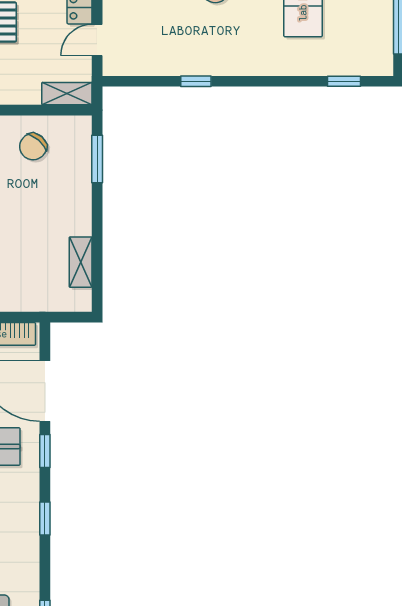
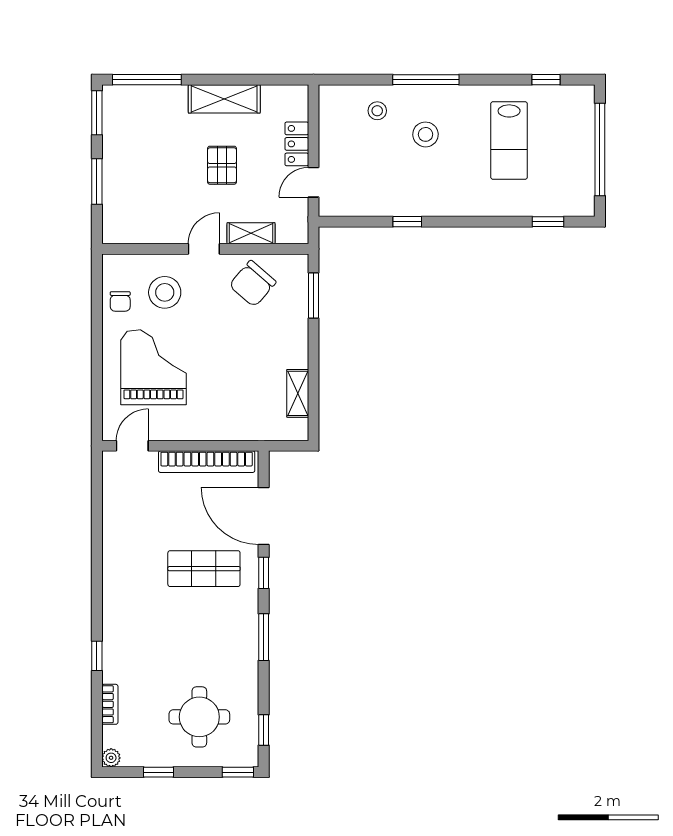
shelving: (67, 94) -> (251, 233), moved
chair: (33, 147) -> (253, 284), width x1.37, depth x1.37
window: (45, 519) -> (264, 637), width x1.50

